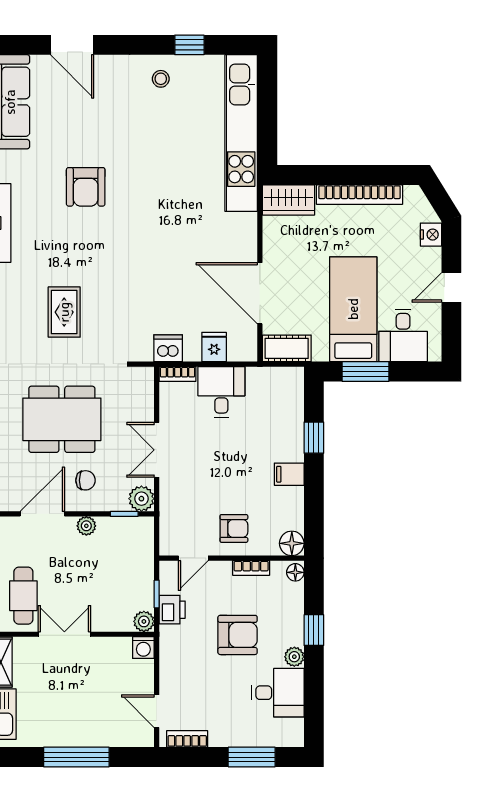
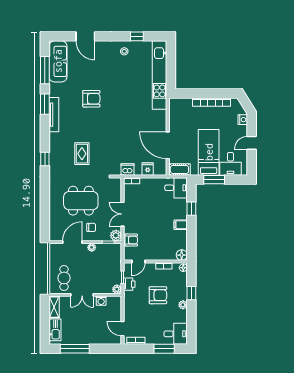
armchair: (86, 187) -> (91, 99), turned -90
wardrobe: (288, 200) -> (180, 104), removed
desk: (221, 392) -> (176, 188), moved, turned 90
armchair: (234, 528) -> (131, 240), moved
double door: (64, 634) -> (82, 295), swing flipped
washing machine: (143, 648) -> (101, 301), moved
desk: (278, 693) -> (176, 334), moved
window: (76, 757) -> (75, 349), moved

